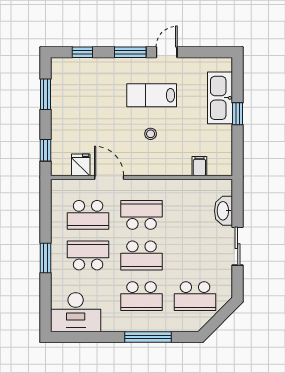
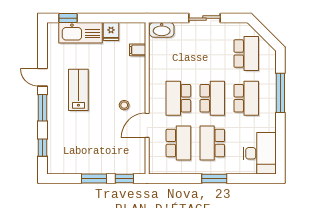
window: (46, 94) -> (94, 178), moved
lab bench: (152, 95) -> (78, 90), turned 180
window: (238, 114) -> (68, 18), moved
stool: (151, 134) -> (124, 105), moved
fridge: (81, 165) -> (111, 31), moved, turned -90
washbasin: (223, 211) -> (162, 30), moved

